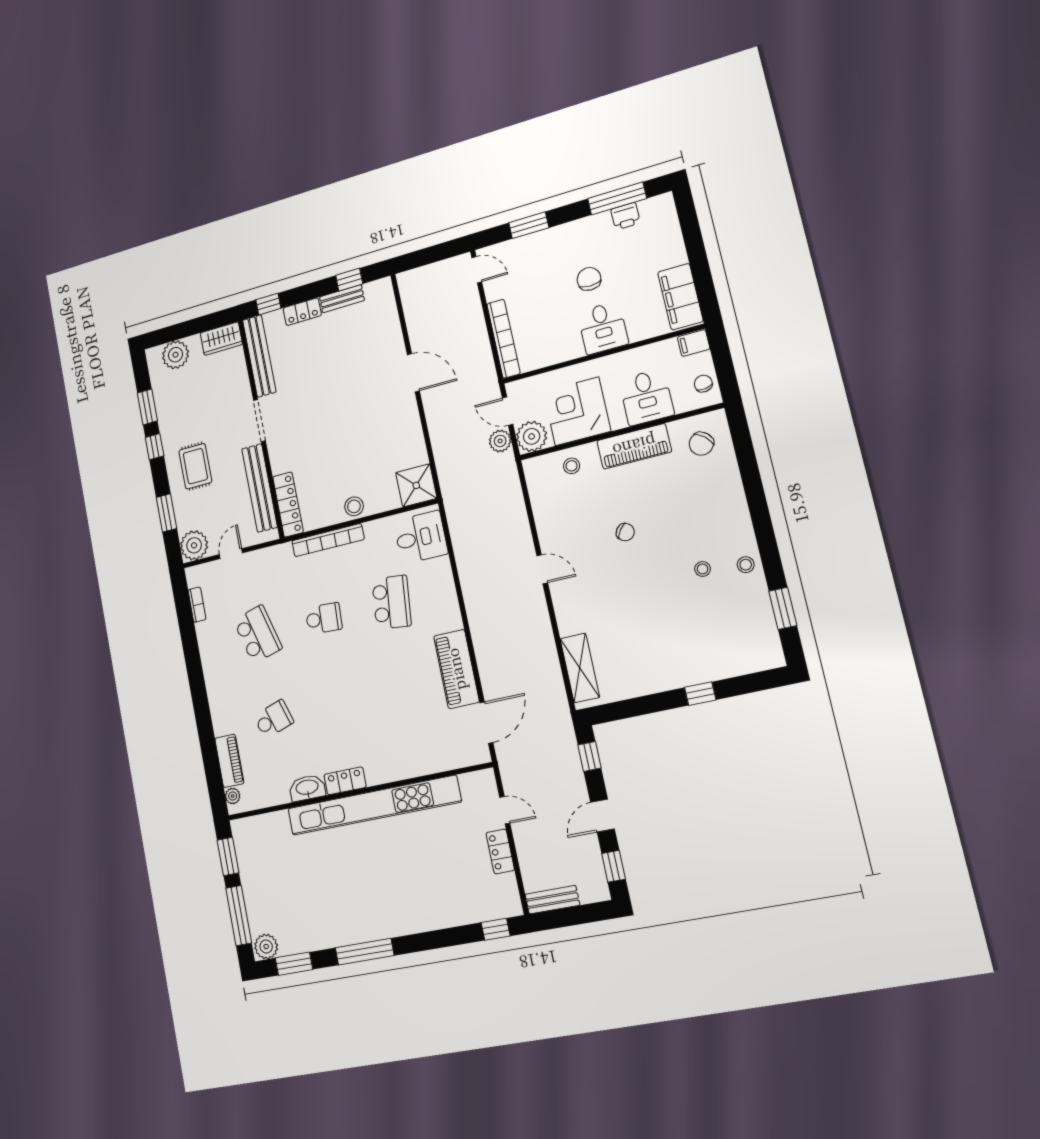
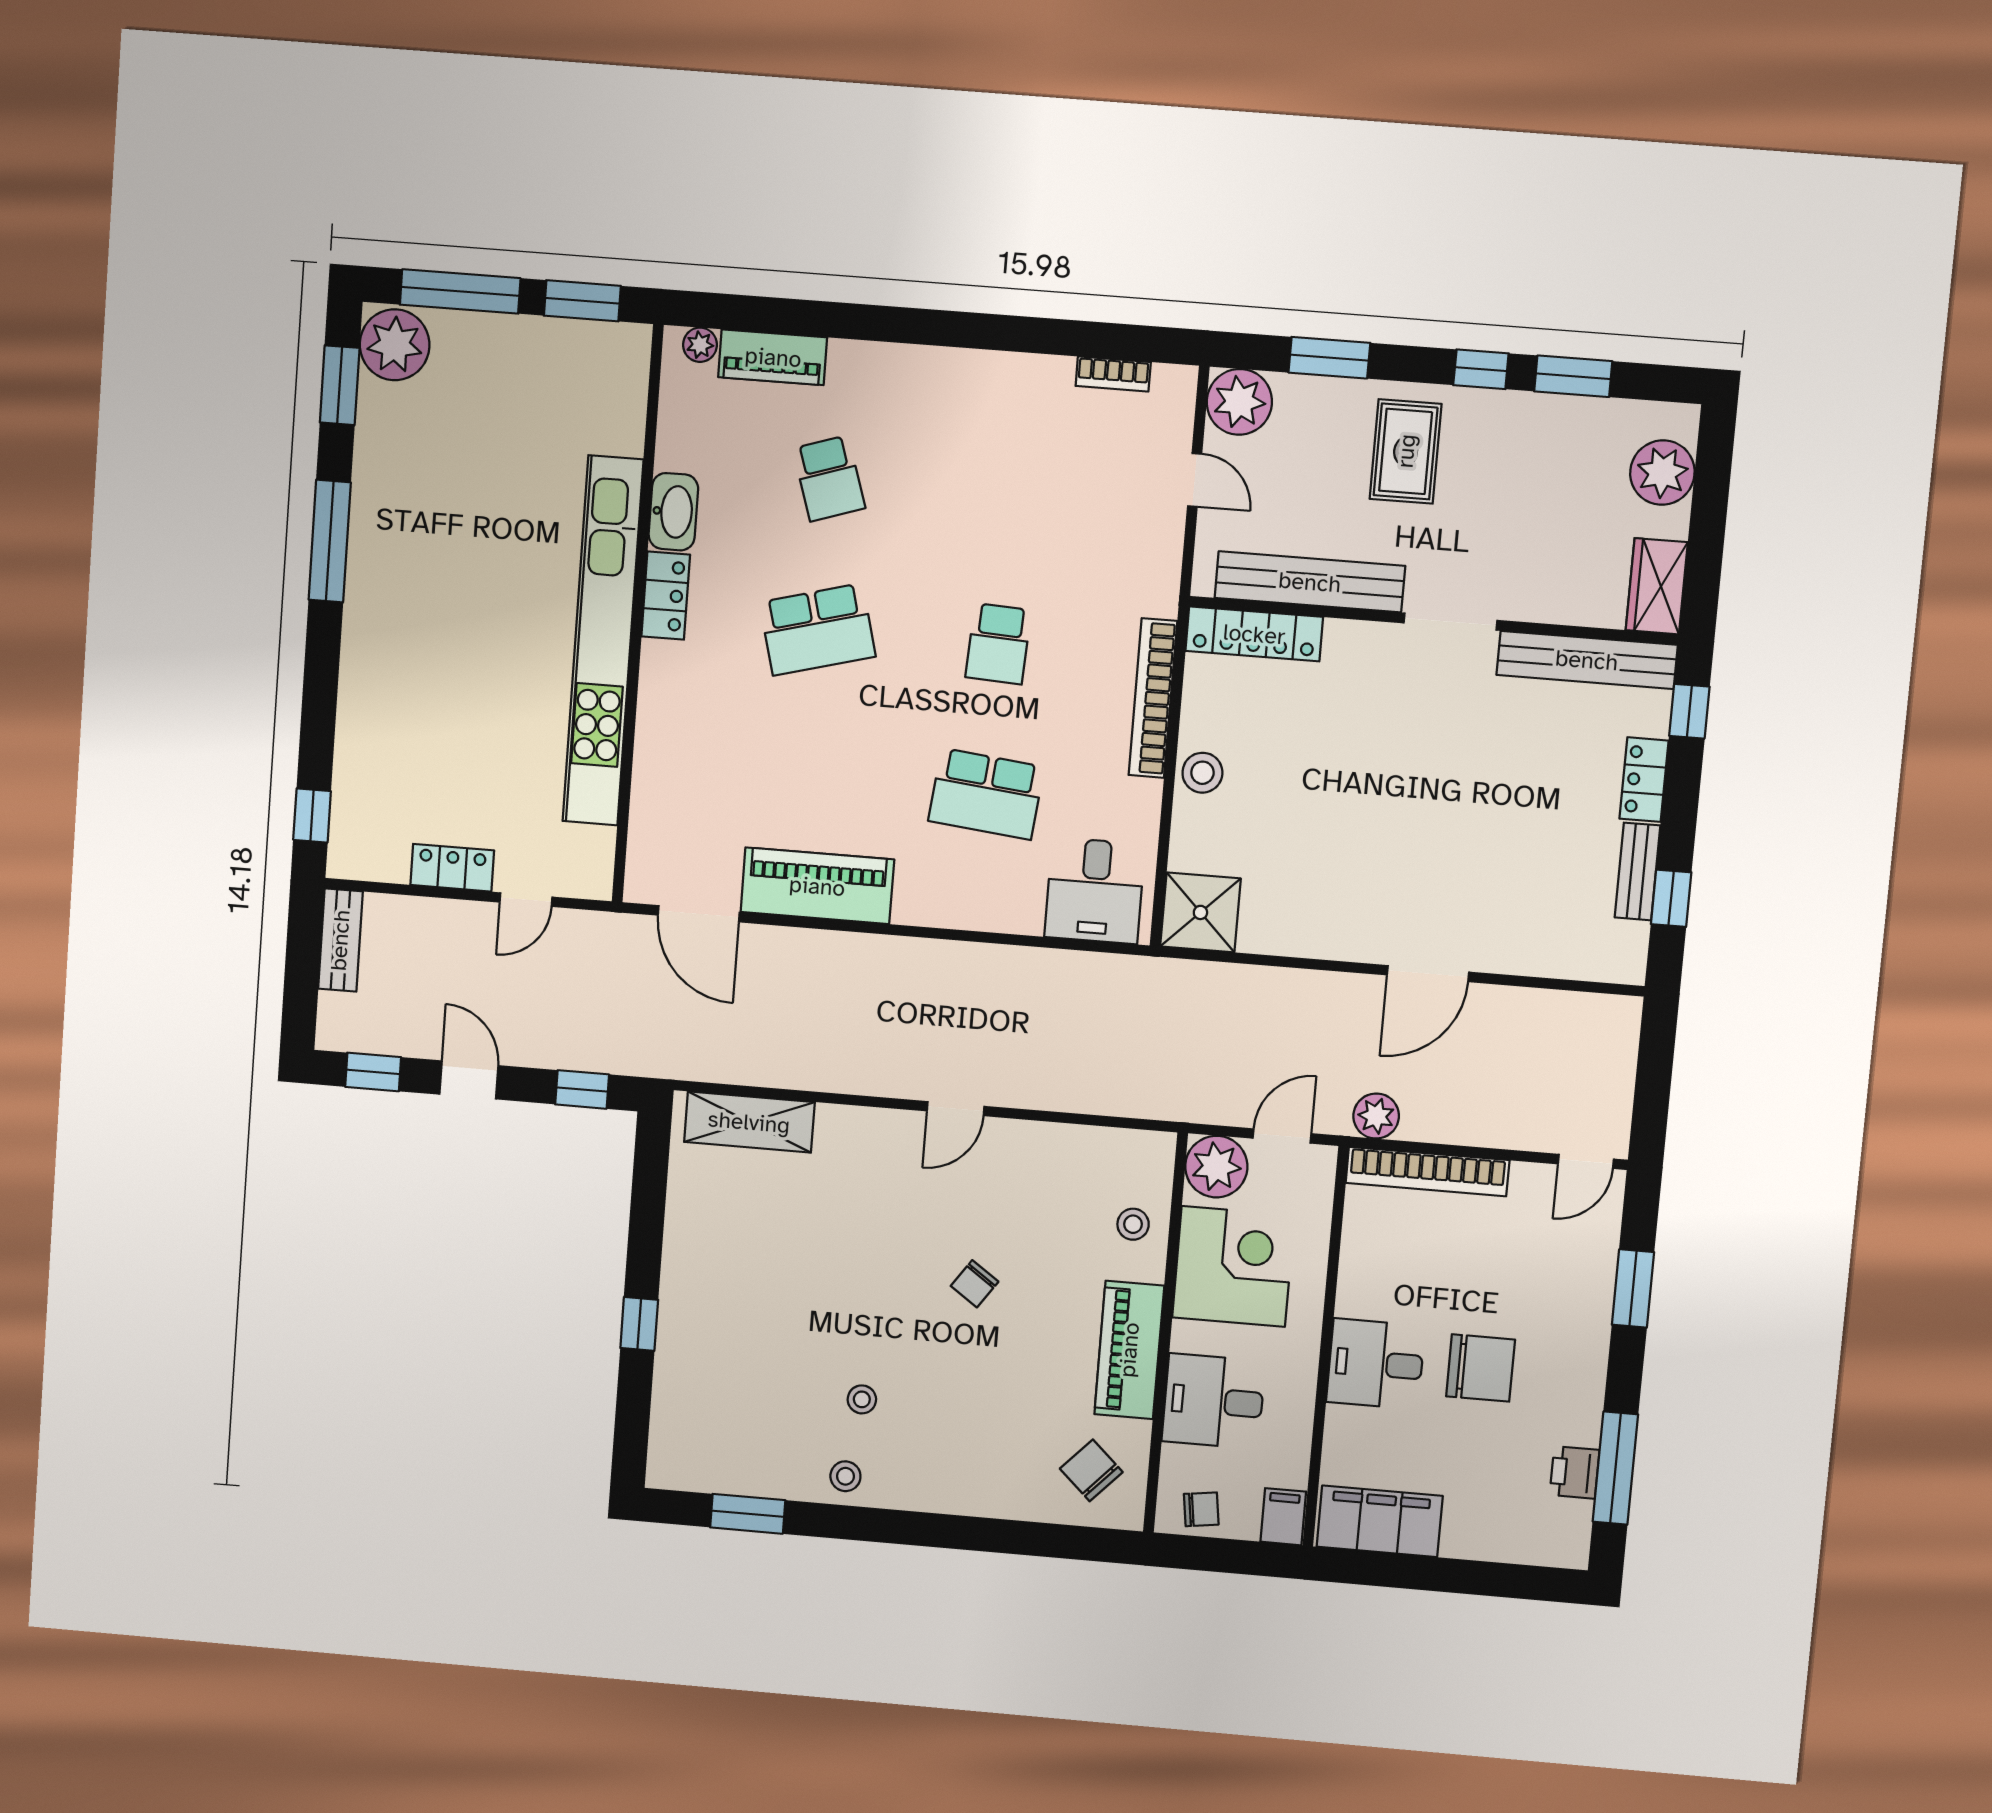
chair: (589, 279) -> (1480, 1368), width x1.37, depth x1.37
plant: (500, 441) -> (1376, 1116), moved
rug: (195, 466) -> (1406, 451), turned 90
school desk: (258, 634) -> (817, 629), moved
plant: (266, 947) -> (395, 345), width x1.36, depth x1.36

